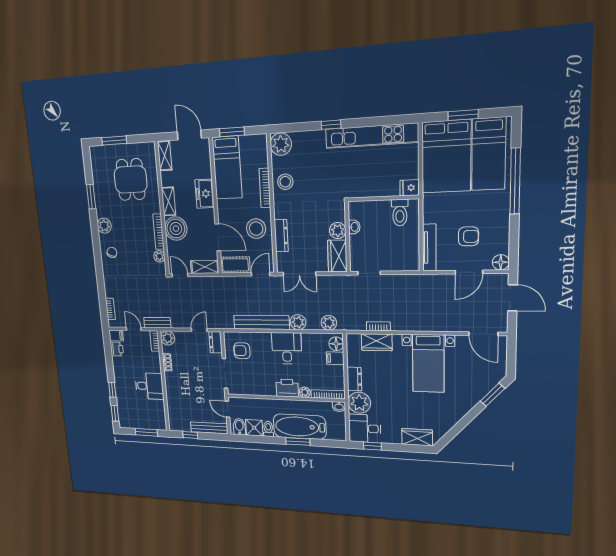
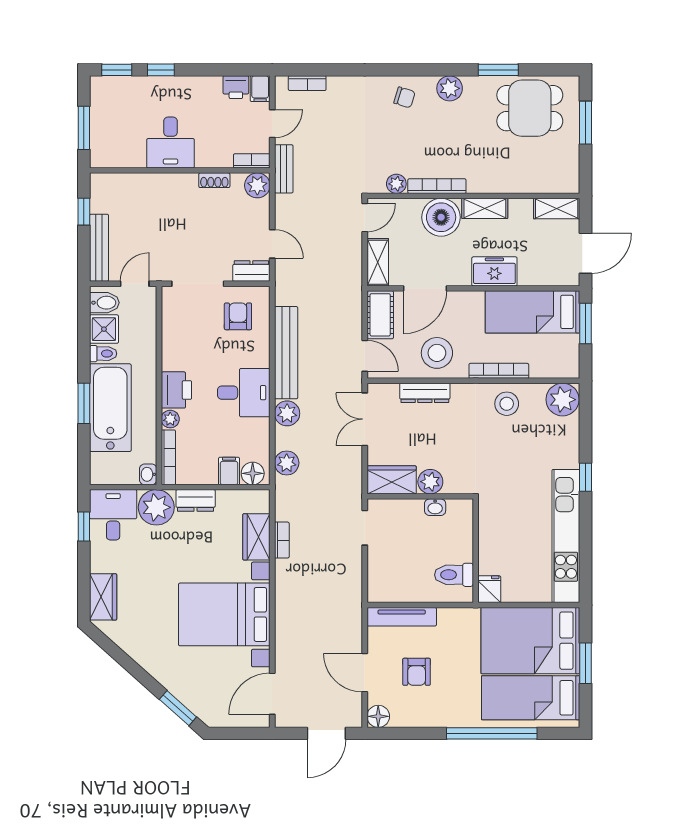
dining table: (131, 180) -> (530, 108), moved
bed with nightstands: (428, 363) -> (224, 614), width x1.36

